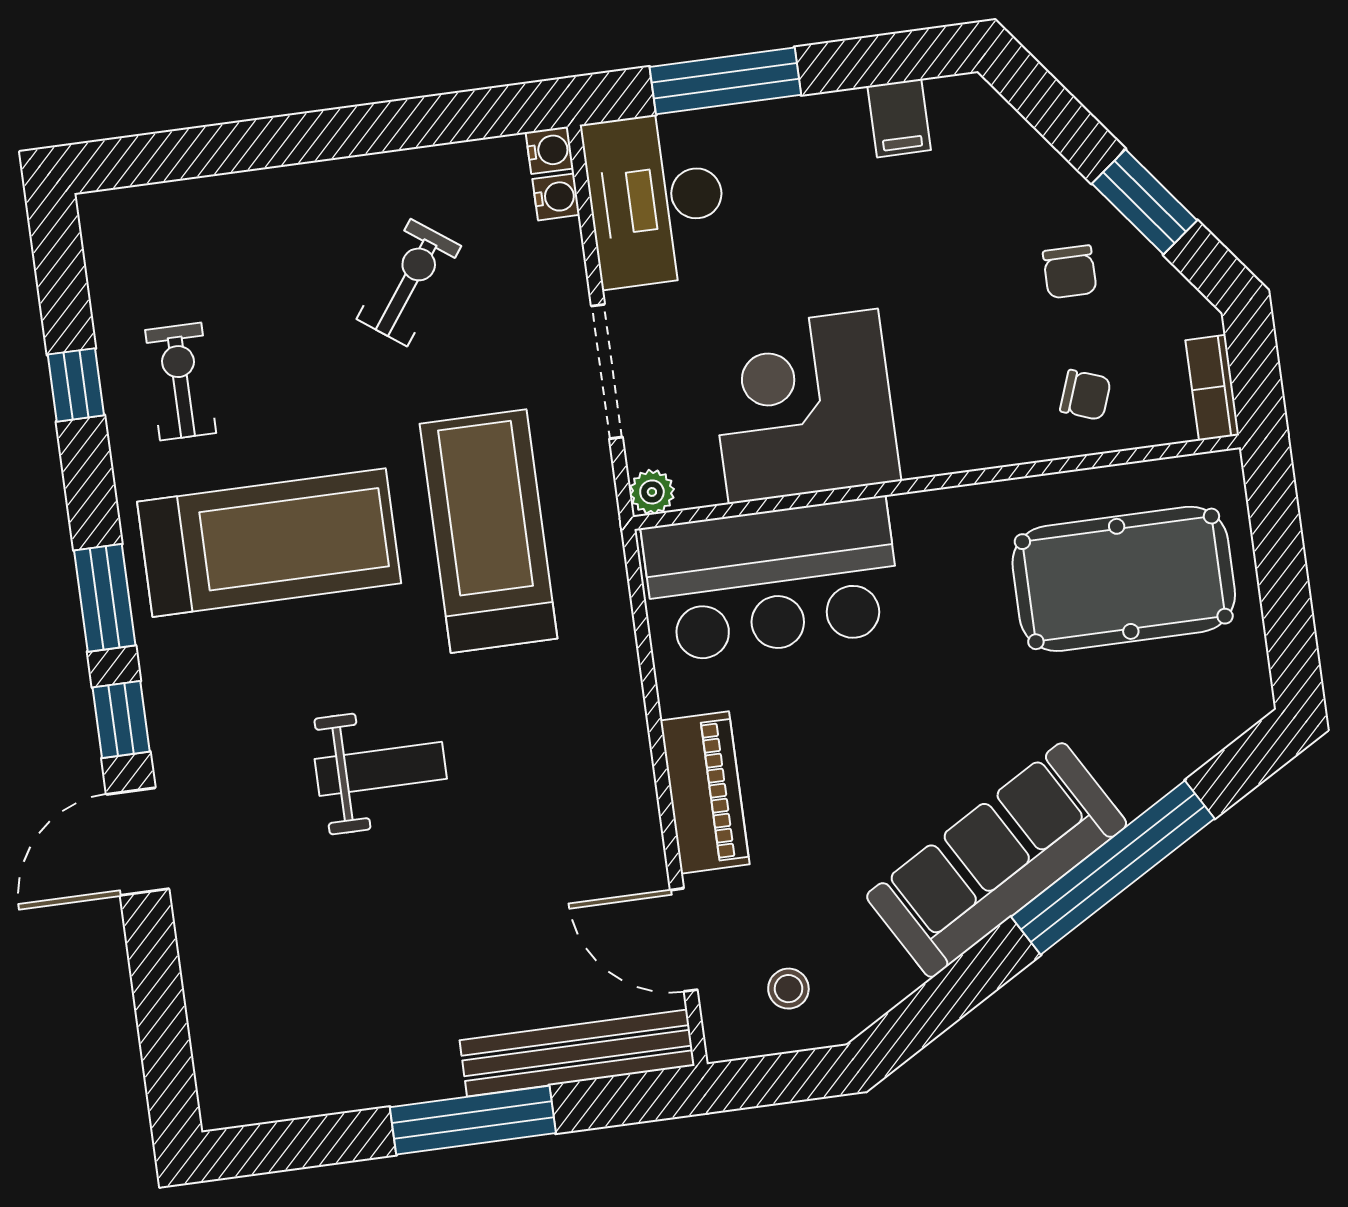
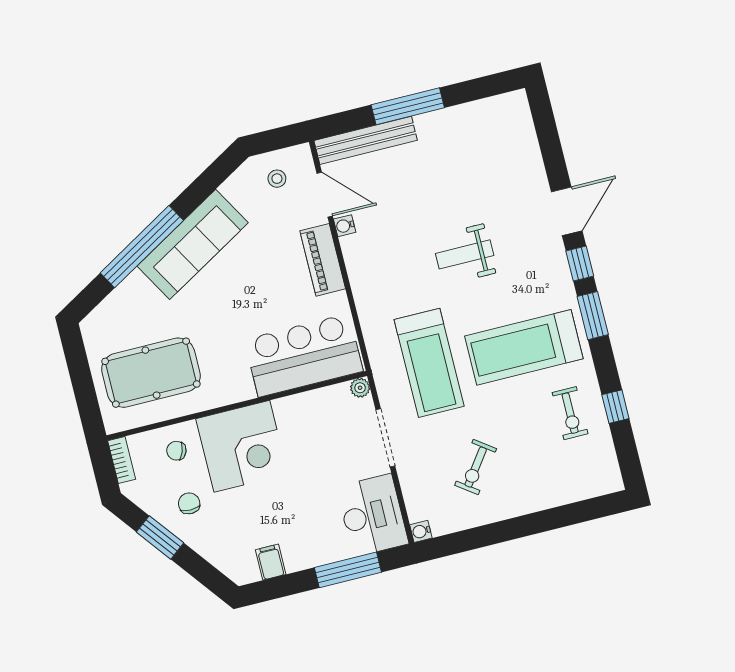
water cooler: (556, 197) -> (345, 226), moved
corner desk: (803, 406) -> (242, 446), moved

